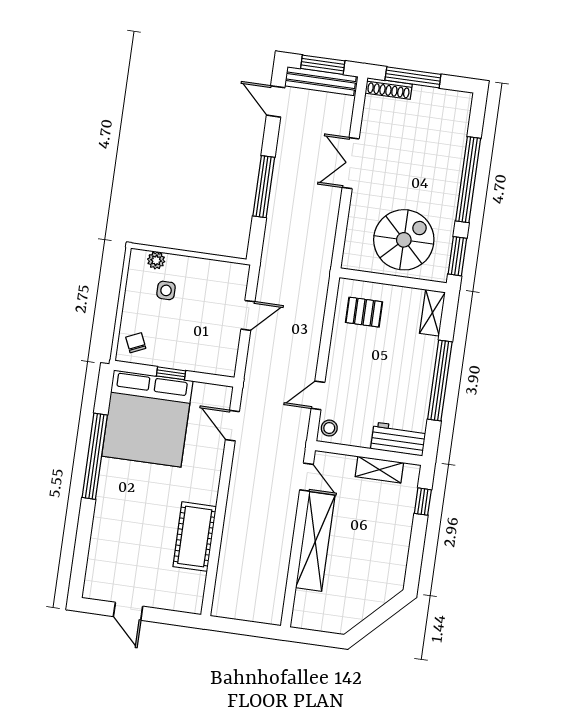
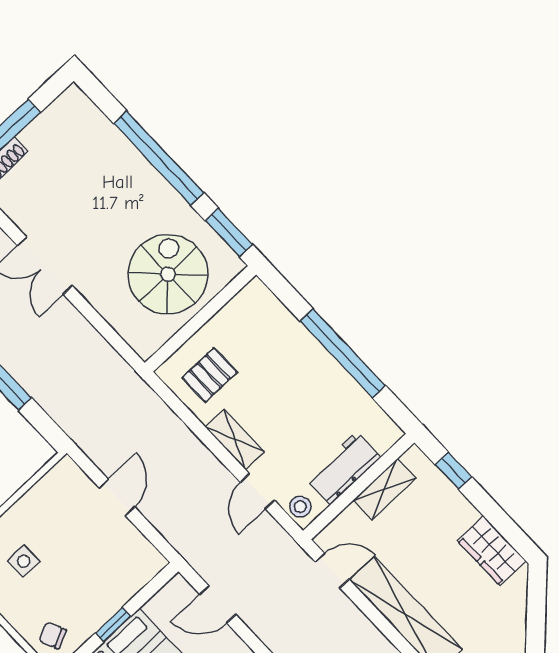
shelving: (432, 313) -> (235, 439), moved
workbench: (398, 439) -> (343, 468), moved
wardrobe: (394, 562) -> (492, 551), added

